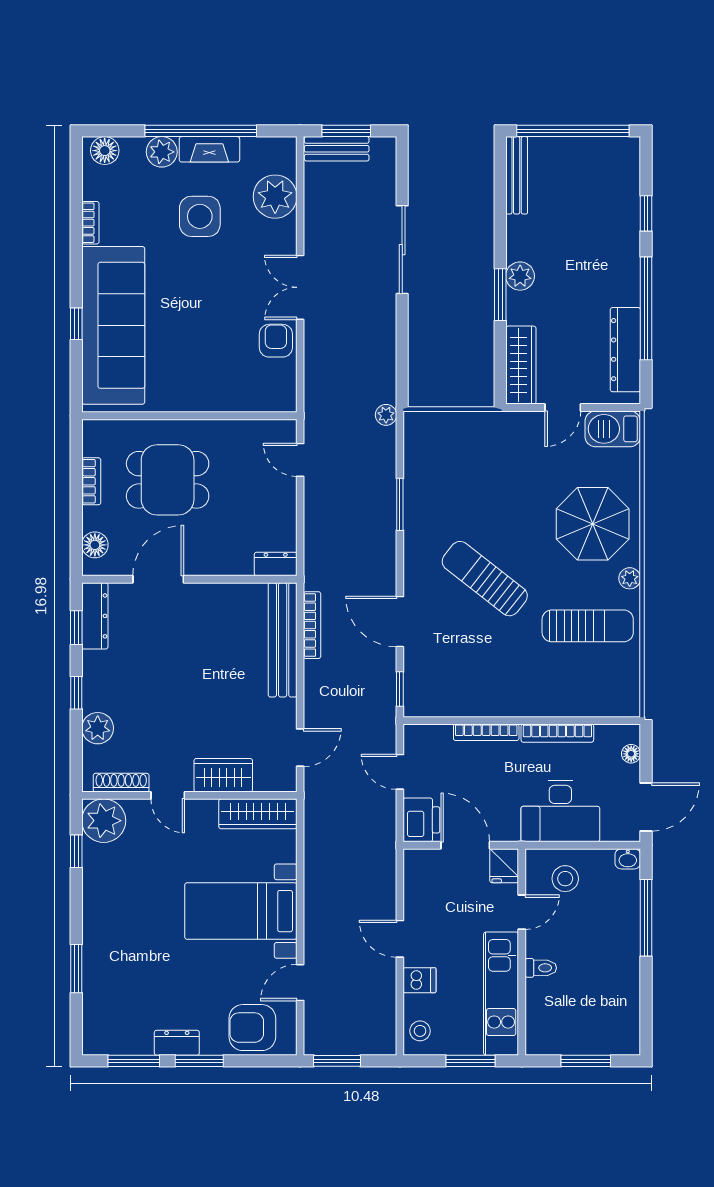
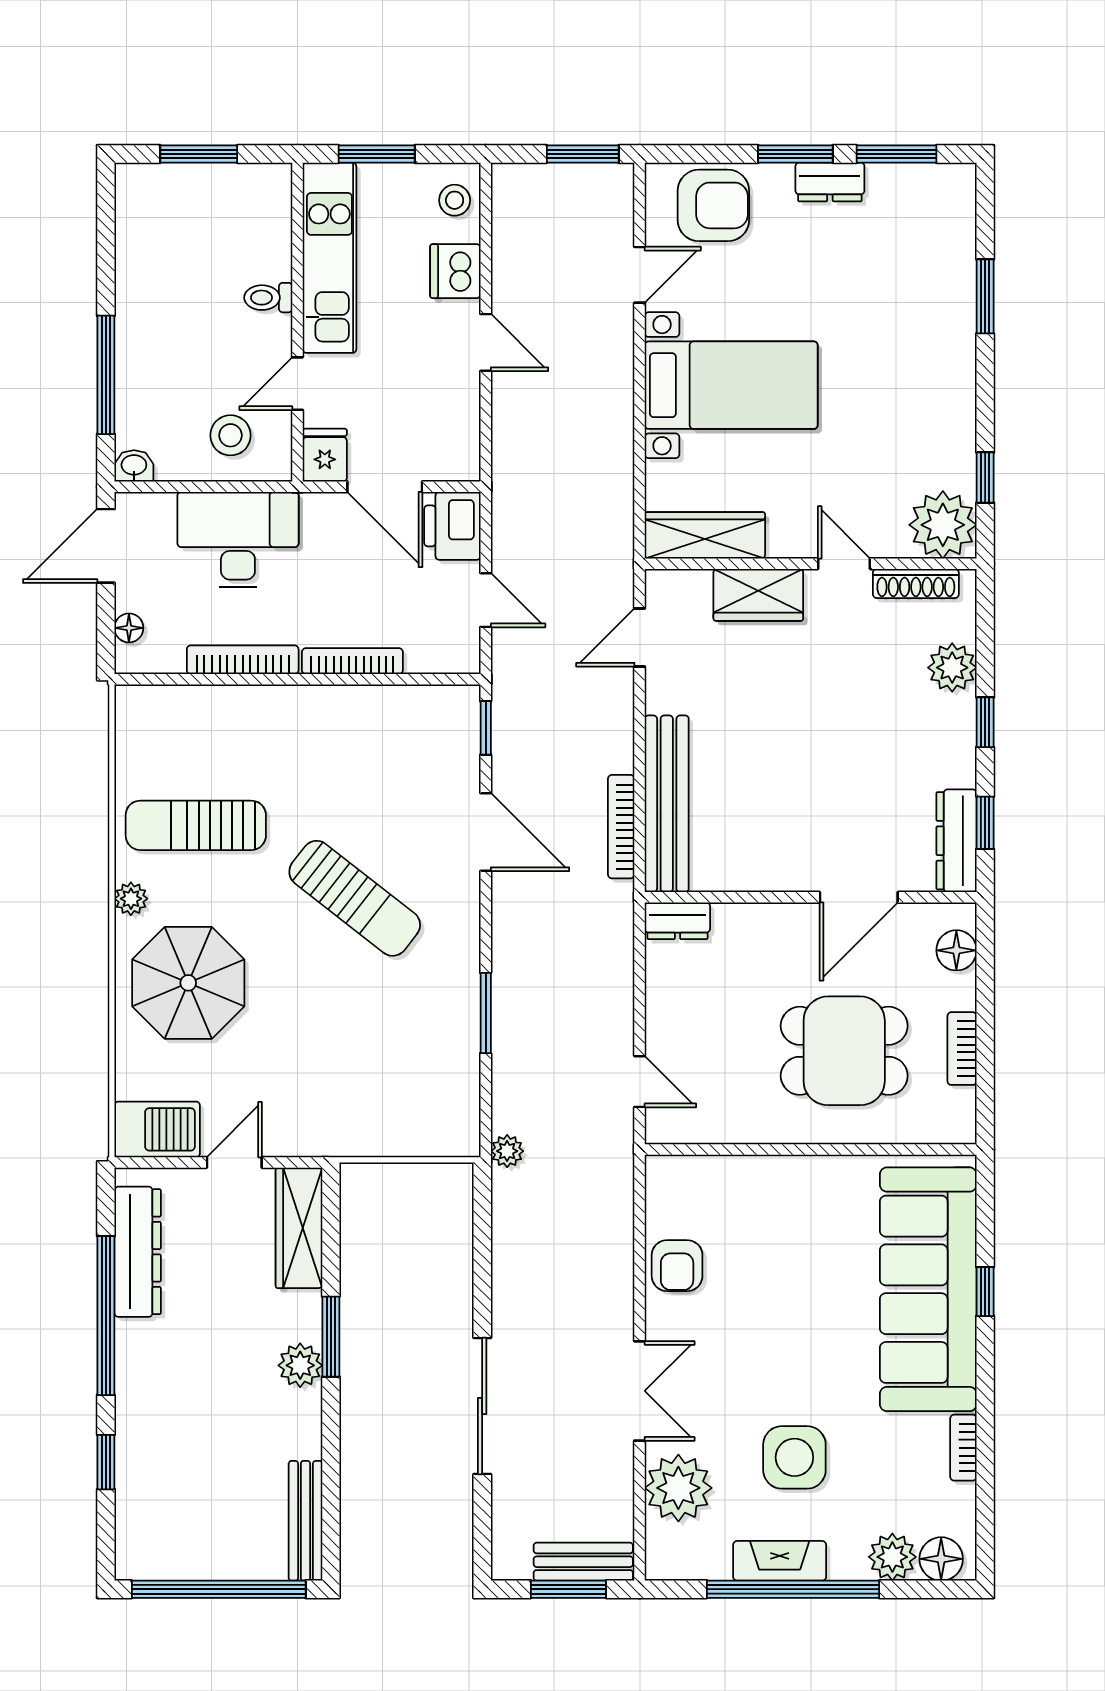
plant: (162, 152) -> (892, 1557), moved
double door: (300, 287) -> (640, 1391), moved
dishwasher: (420, 980) -> (455, 271), width x1.38

